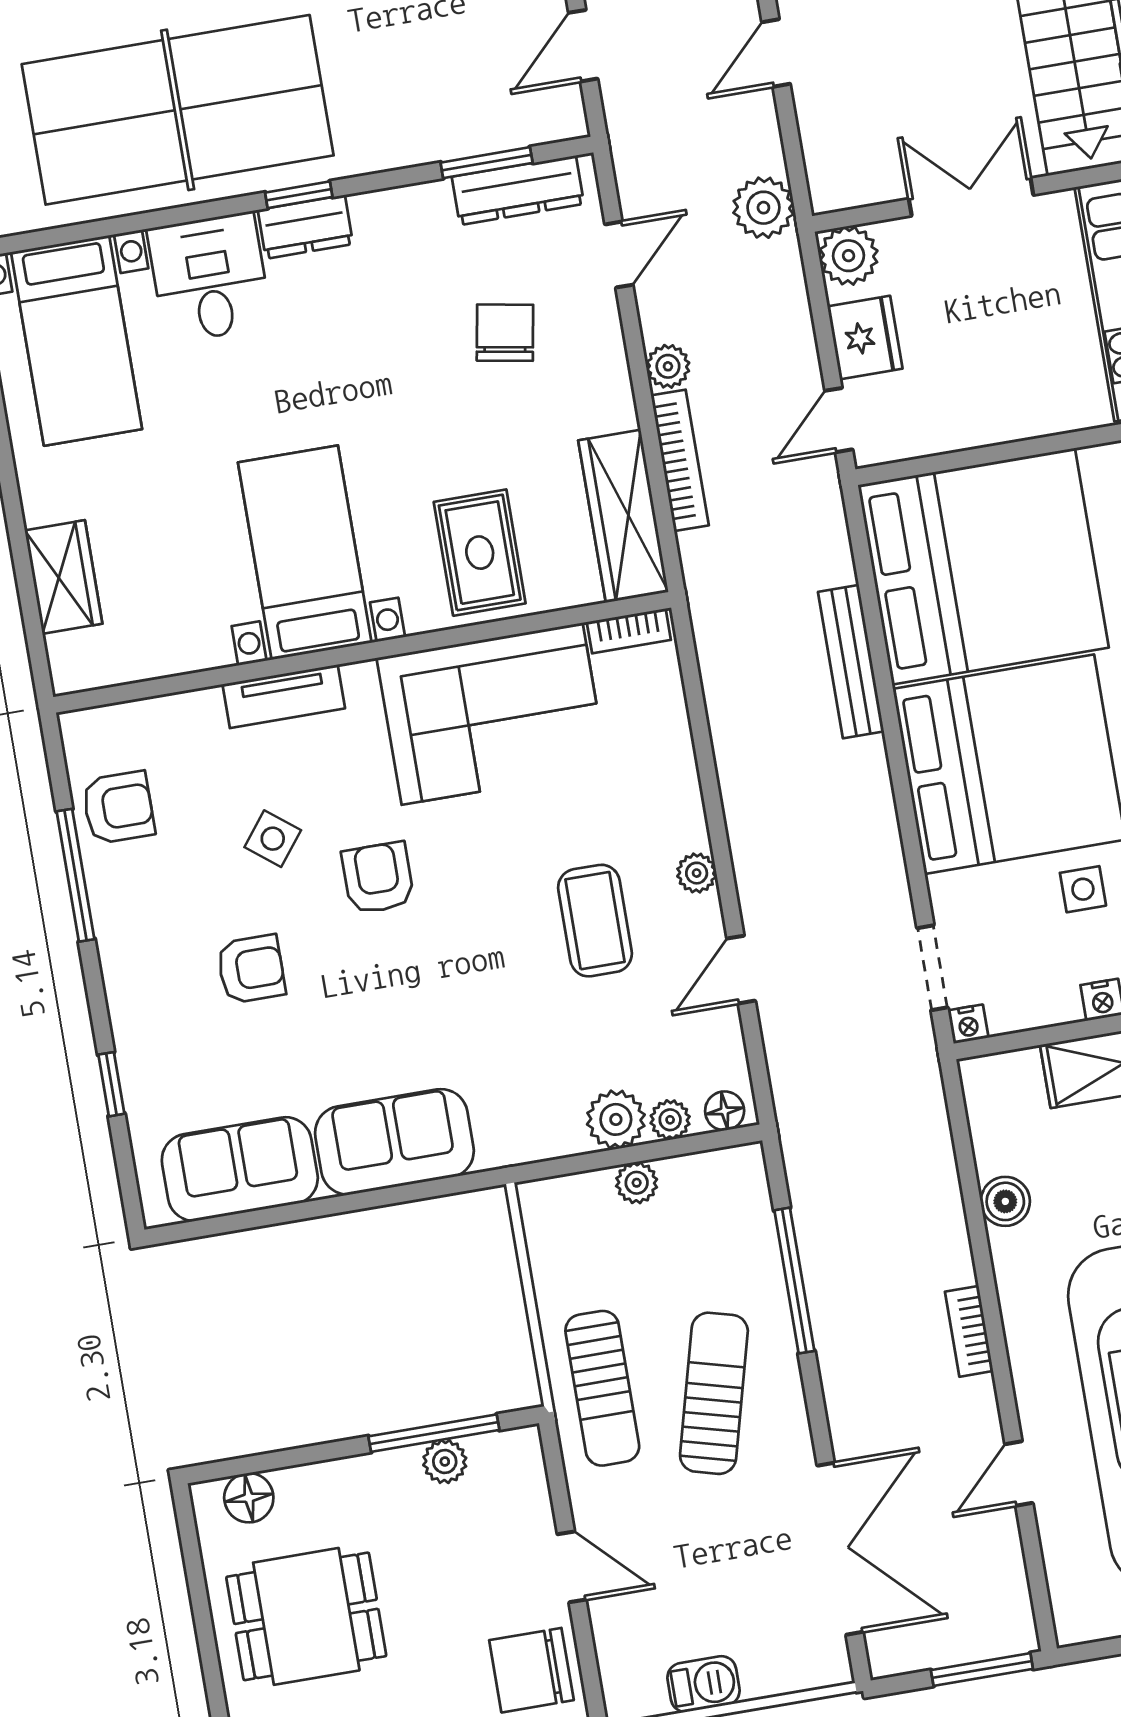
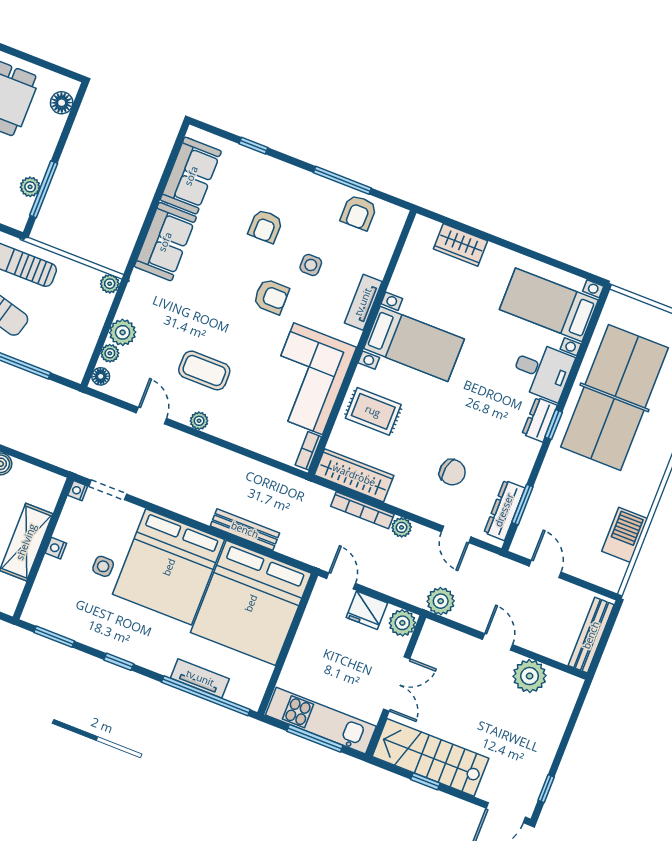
side table: (273, 839) -> (311, 265), turned -38
plant: (637, 1183) -> (110, 284), moved

